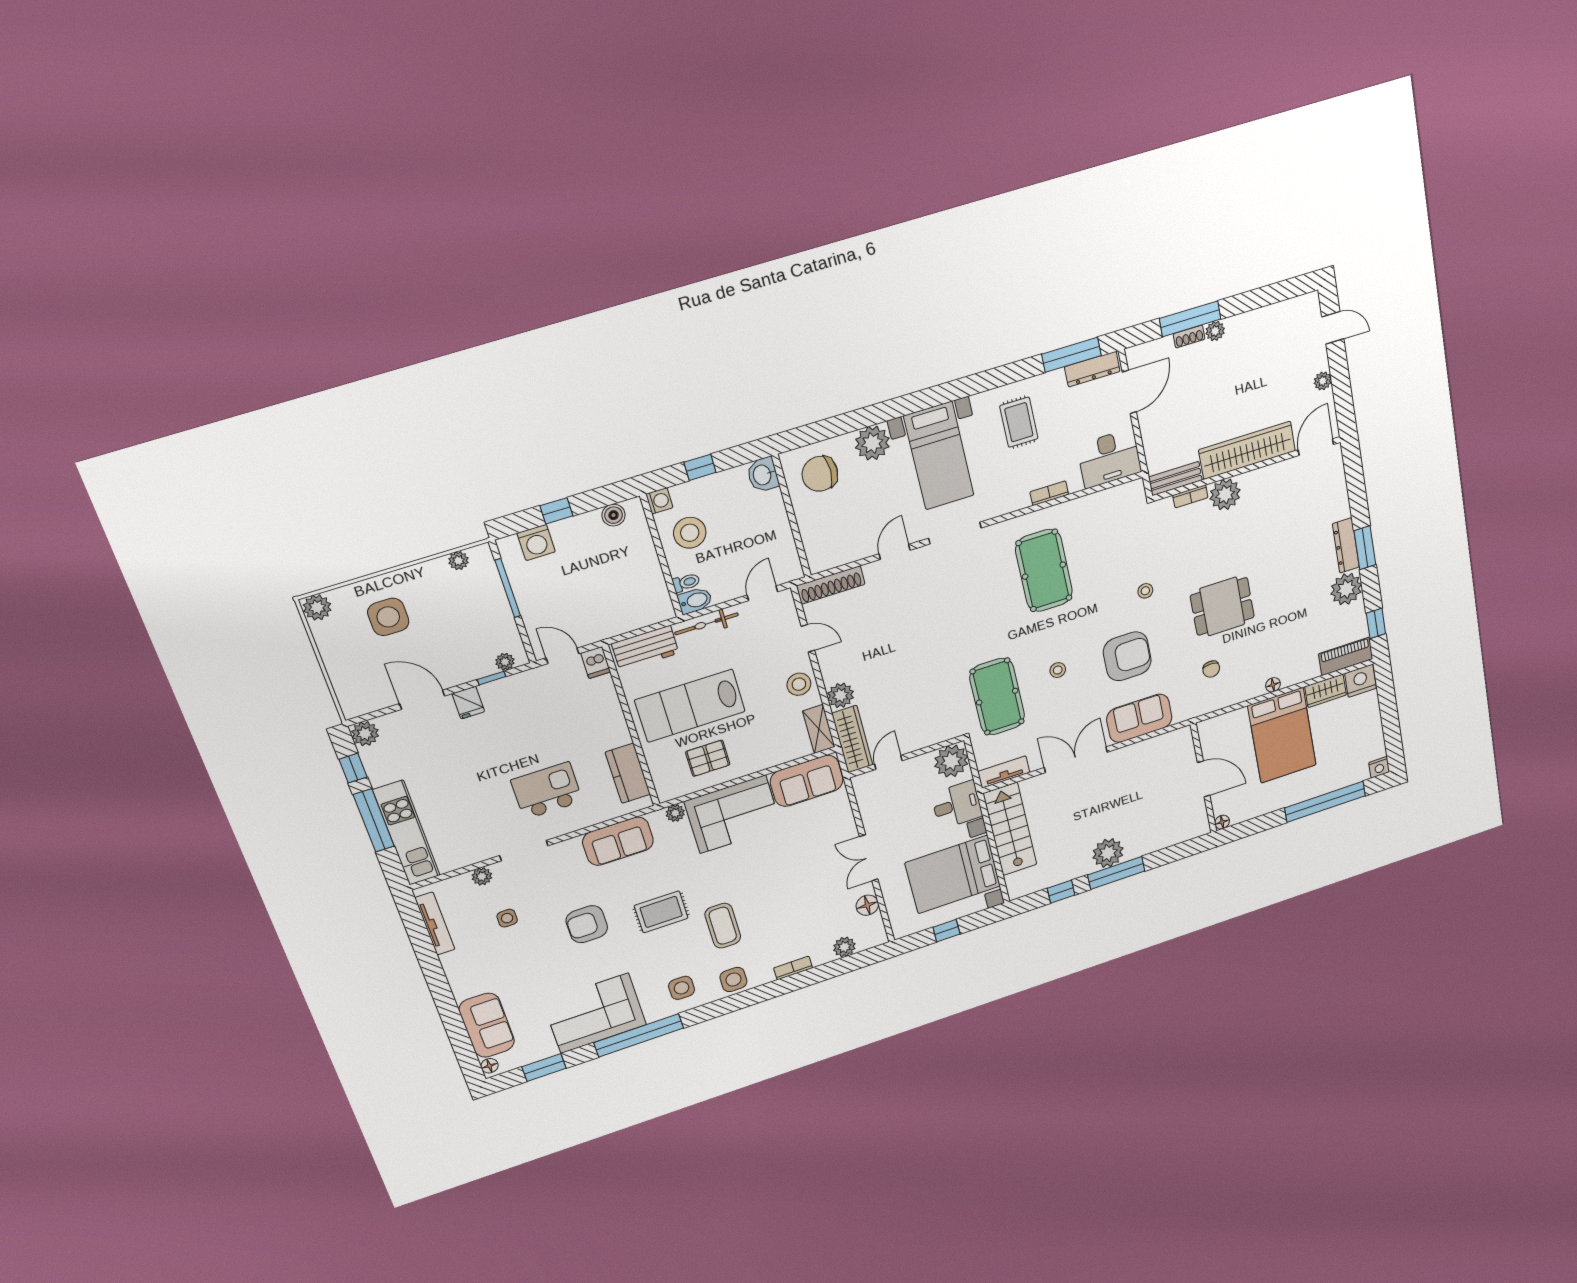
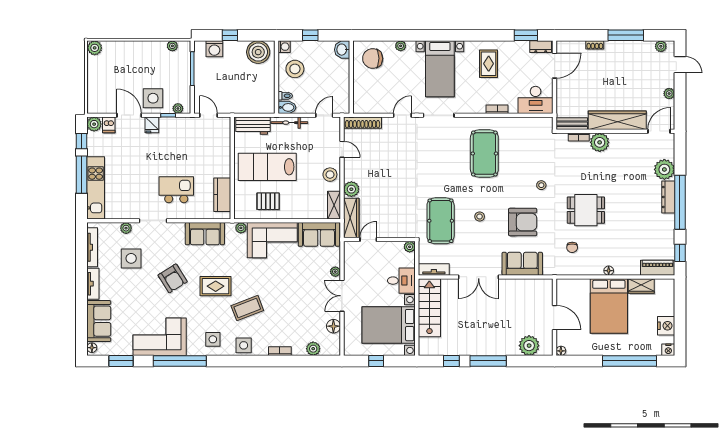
window: (1190, 319) -> (626, 35), moved
plant: (1215, 331) -> (661, 46), moved
window: (1071, 355) -> (526, 35), width x0.69
dresser: (1092, 369) -> (541, 47), width x0.70
plant: (872, 443) -> (401, 46), width x0.53, depth x0.53
boiler: (613, 515) -> (258, 52), width x1.86, depth x1.86
window: (1365, 548) -> (680, 202), width x2.11
plant: (1346, 589) -> (664, 169), moved
side table: (388, 617) -> (153, 98), moved
dishwasher: (596, 663) -> (109, 125), moved
nightstand: (1360, 681) -> (666, 326), moved, turned 90
double door: (1076, 760) -> (479, 277), swing flipped
plant: (951, 761) -> (410, 247), width x0.53, depth x0.53
plant: (848, 827) -> (335, 272), added
plant: (1108, 853) -> (529, 346), moved
side table: (507, 918) -> (131, 258), width x1.87, depth x1.87
armchair: (587, 924) -> (173, 278), turned -122
coffee table: (723, 926) -> (247, 308), turned 69
tv unit: (457, 976) -> (93, 284), added

